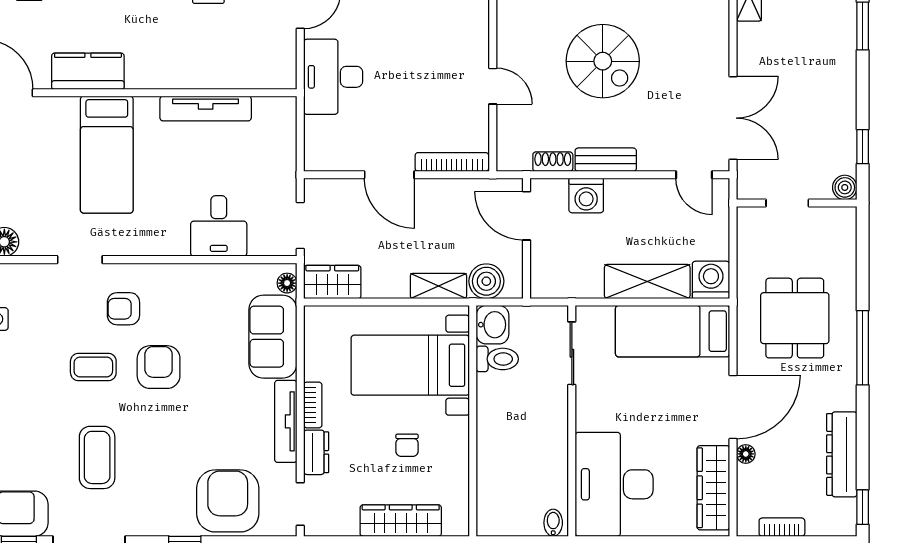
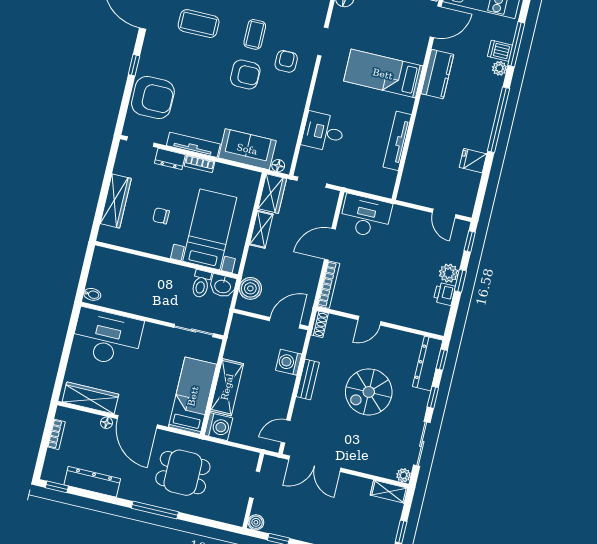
desk: (333, 77) -> (366, 216), moved
shoe rack: (553, 162) -> (320, 324), moved
shelving: (438, 286) -> (261, 229), moved

